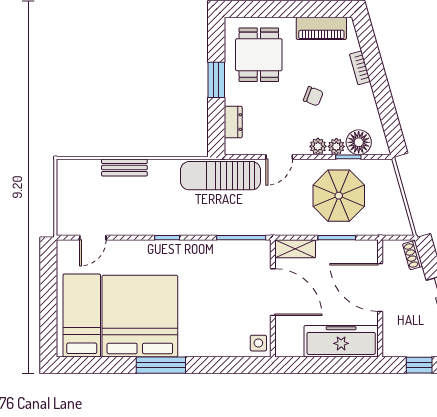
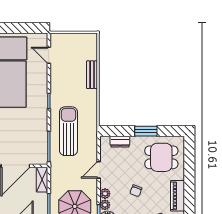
door: (279, 157) -> (99, 170), hinge flipped
sun lounger: (221, 176) -> (68, 131), moved

